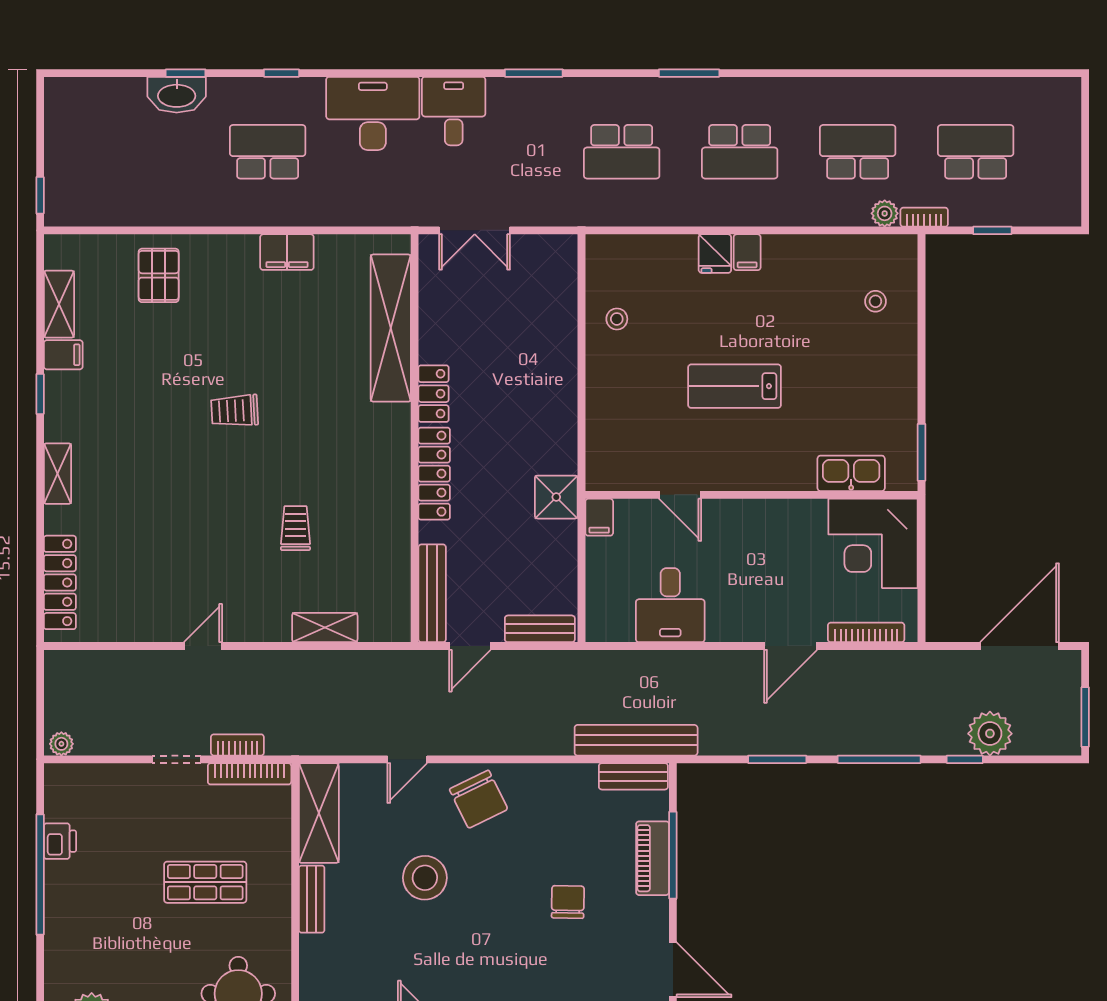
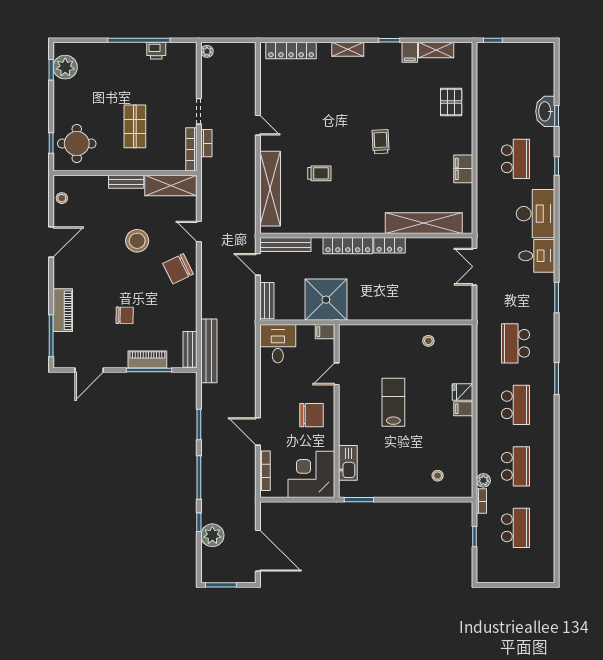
school desk: (740, 152) -> (516, 405), turned 180
pallet: (159, 275) -> (451, 102), turned 90
shower: (556, 497) -> (326, 300), width x1.86, depth x1.86
chair: (759, 543) -> (312, 415), added
desk: (670, 605) -> (278, 344), moved, turned 90
shelving: (325, 628) -> (270, 189), width x2.20, depth x1.33

